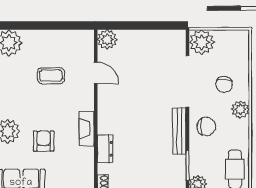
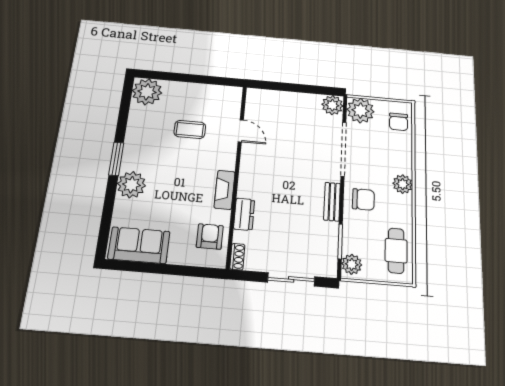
plant: (107, 39) -> (332, 105), moved
chair: (224, 84) -> (399, 122), moved
bench: (179, 131) -> (332, 202), width x0.73
armchair: (44, 141) -> (210, 236), moved

